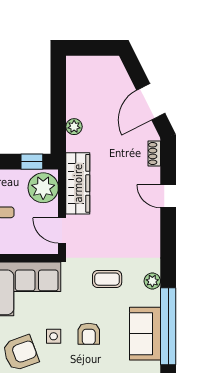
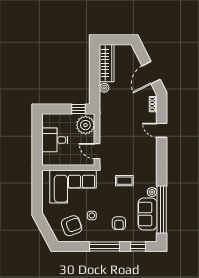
wardrobe: (78, 183) -> (107, 63), moved
plant: (152, 281) -> (152, 192), moved
armchair: (89, 334) -> (119, 223), moved

